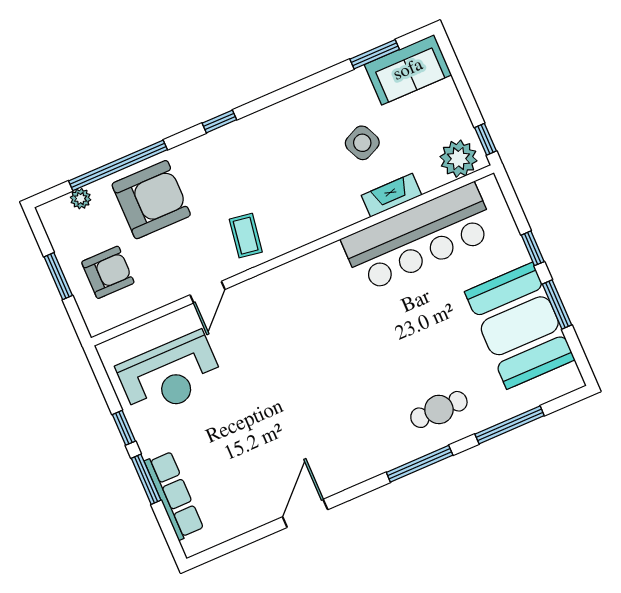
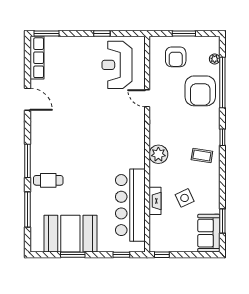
plant: (459, 159) -> (158, 154), moved
coffee table: (246, 236) -> (202, 156), moved
window: (533, 248) -> (121, 255), moved
cafe table: (439, 409) -> (48, 180), turned 90
window: (146, 479) -> (46, 34), moved
row of seats: (174, 495) -> (37, 58), moved, turned -90

